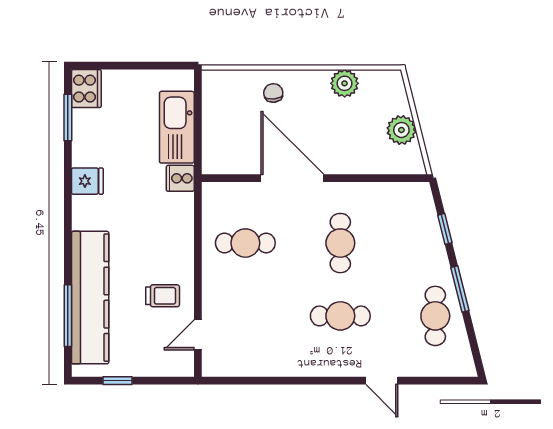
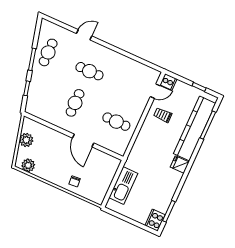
plant: (345, 83) -> (28, 165), moved
cooker: (180, 178) -> (169, 82), moved
door: (292, 178) -> (83, 141), width x0.73
fridge: (87, 181) -> (180, 165), moved
door: (382, 381) -> (84, 35), hinge flipped

